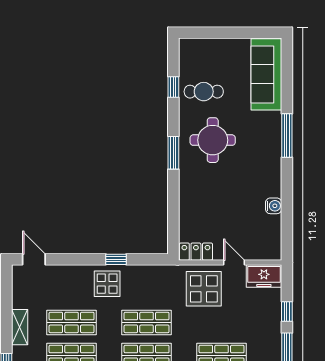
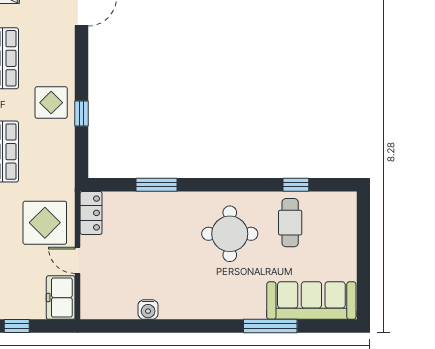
window: (287, 136) -> (270, 326), moved
window: (173, 153) -> (157, 185), moved
door: (234, 262) -> (78, 260), swing flipped

